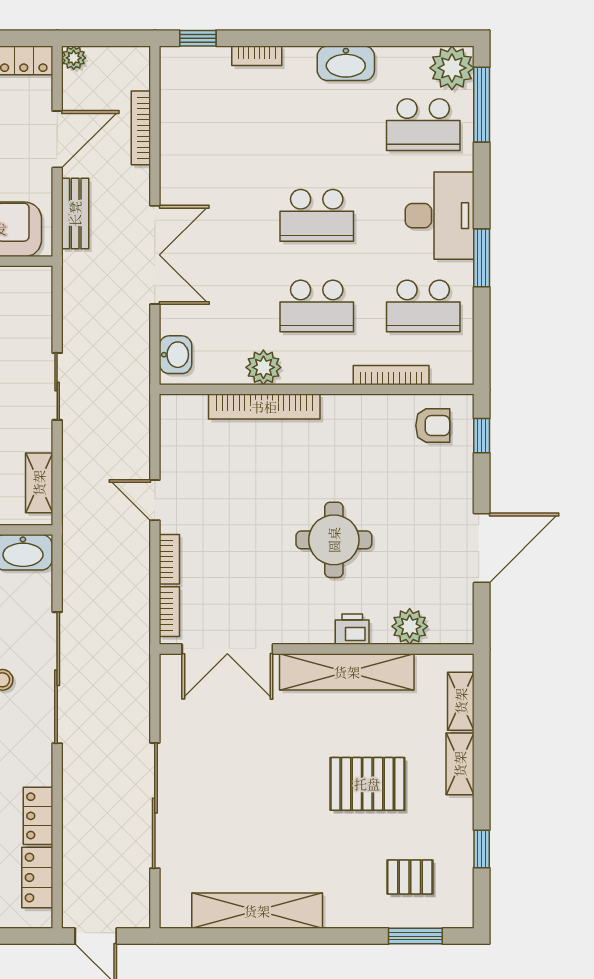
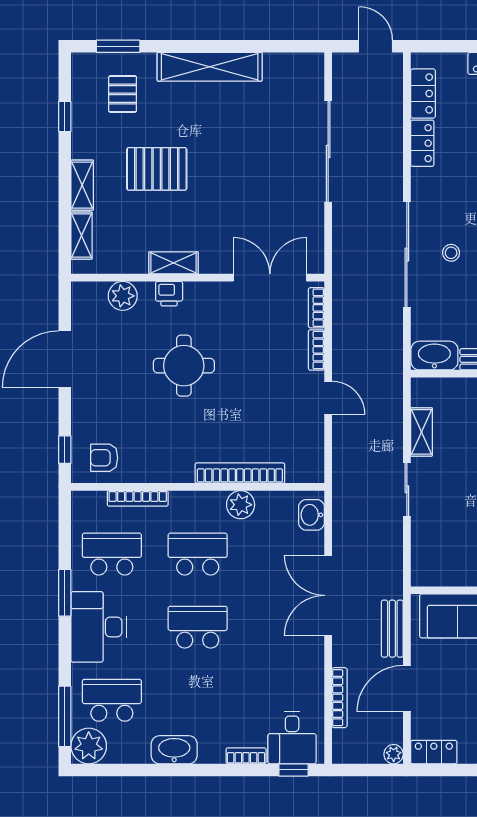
desk: (200, 78) -> (292, 738), added
shelving: (39, 483) -> (421, 432), moved
shelving: (347, 672) -> (174, 263), width x0.45, depth x0.75
pallet: (410, 877) -> (123, 94), turned 90
shelving: (257, 911) -> (210, 67), moved

